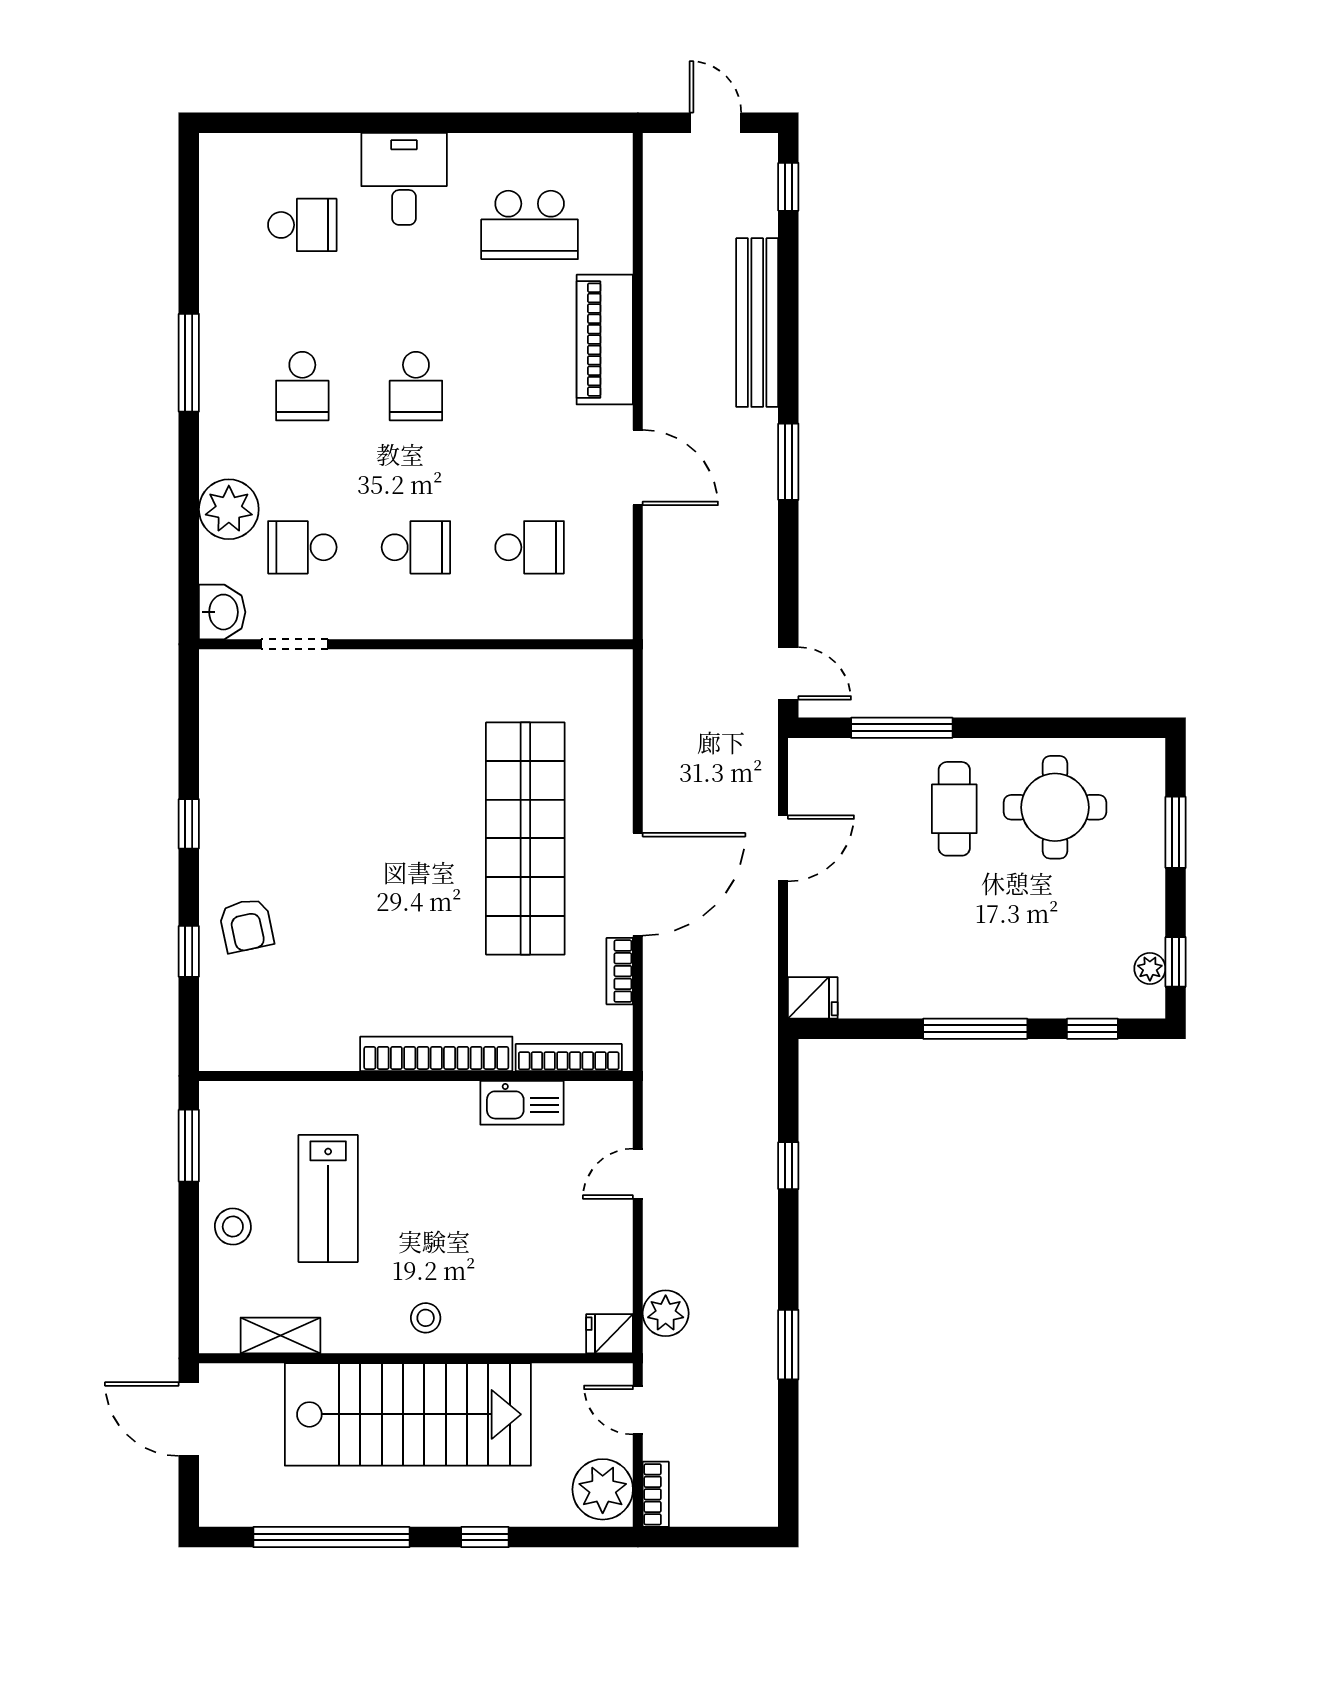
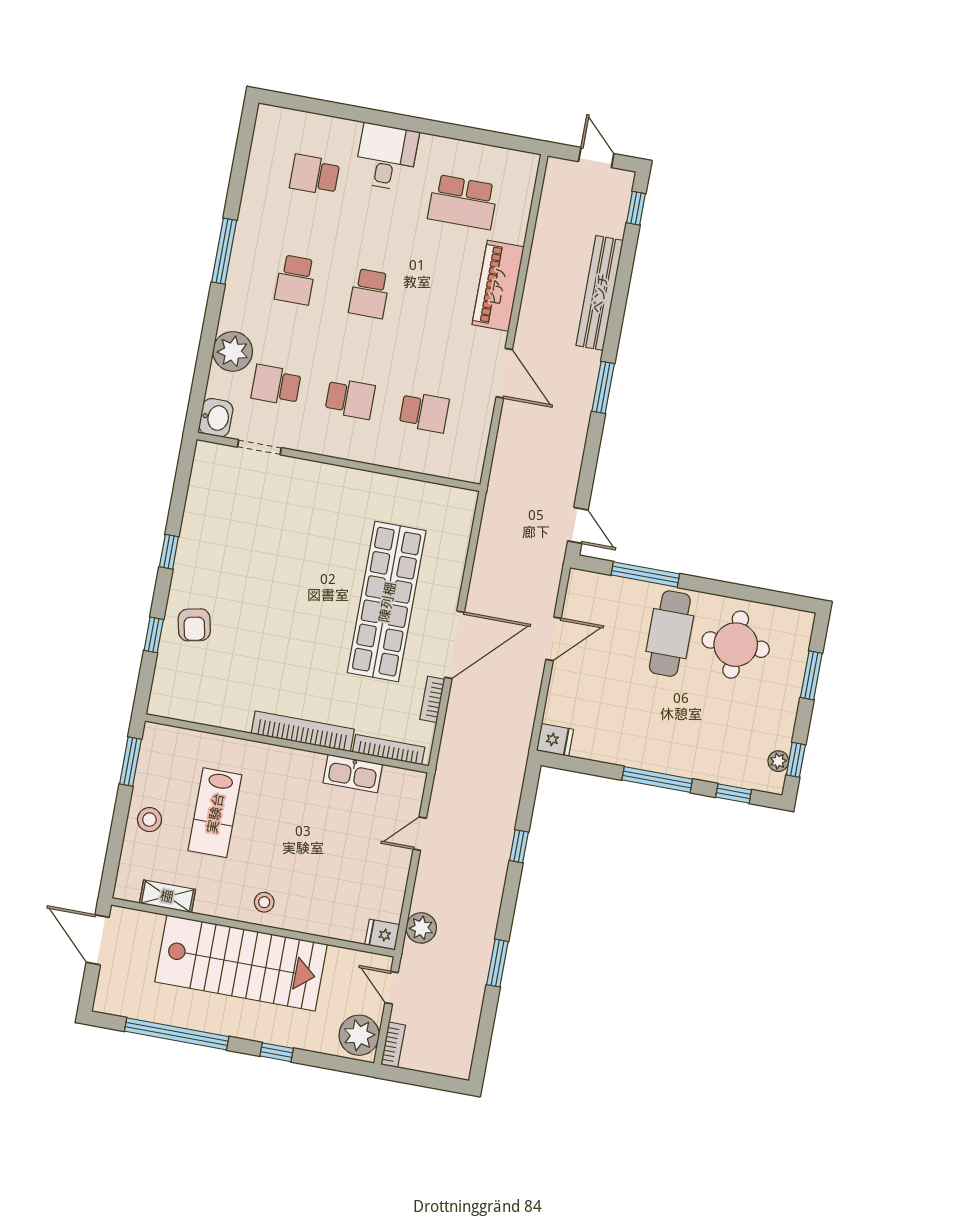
school desk: (302, 225) -> (315, 175), turned 180
cafe table: (954, 809) -> (670, 634), width x1.37, depth x1.35

